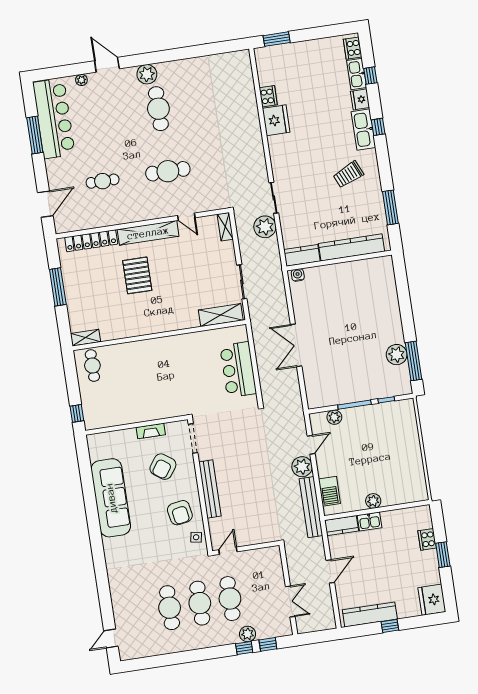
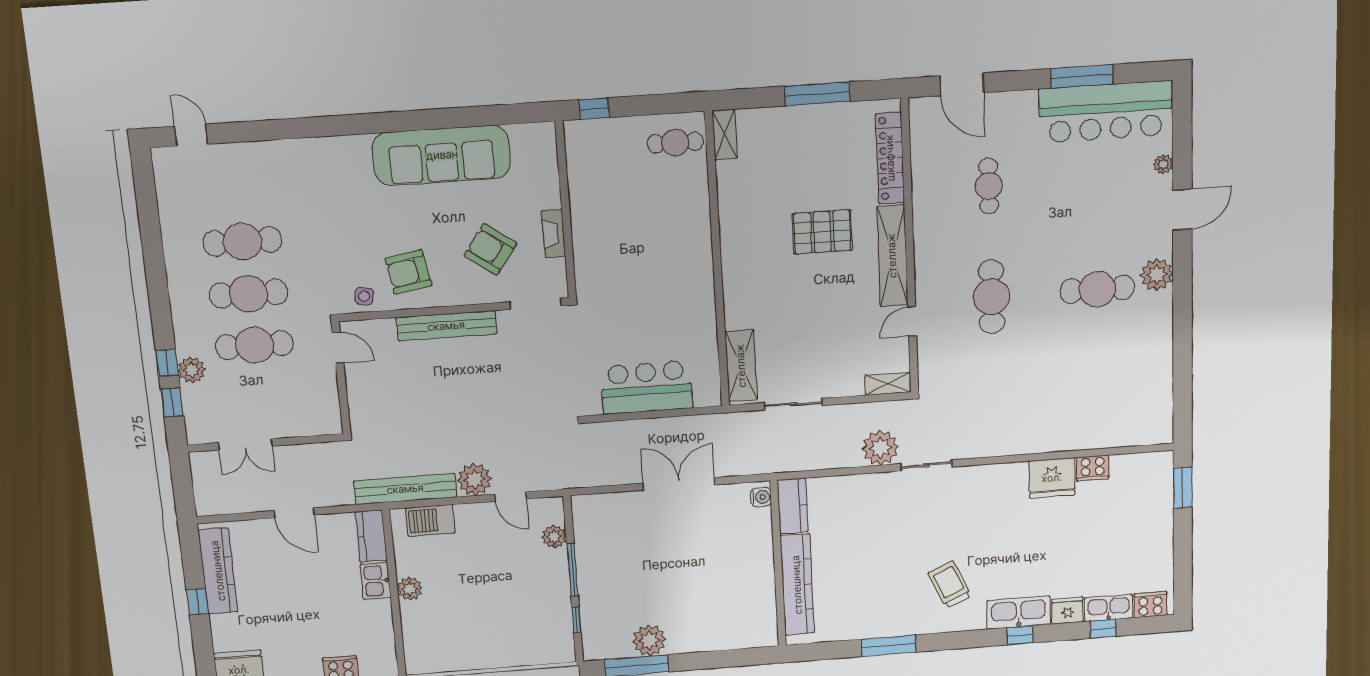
kitchen counter: (352, 247) -> (797, 585), moved
kitchen counter: (302, 255) -> (793, 506), moved
wall: (339, 261) -> (778, 564), moved
water cooler: (298, 275) -> (761, 497), moved

